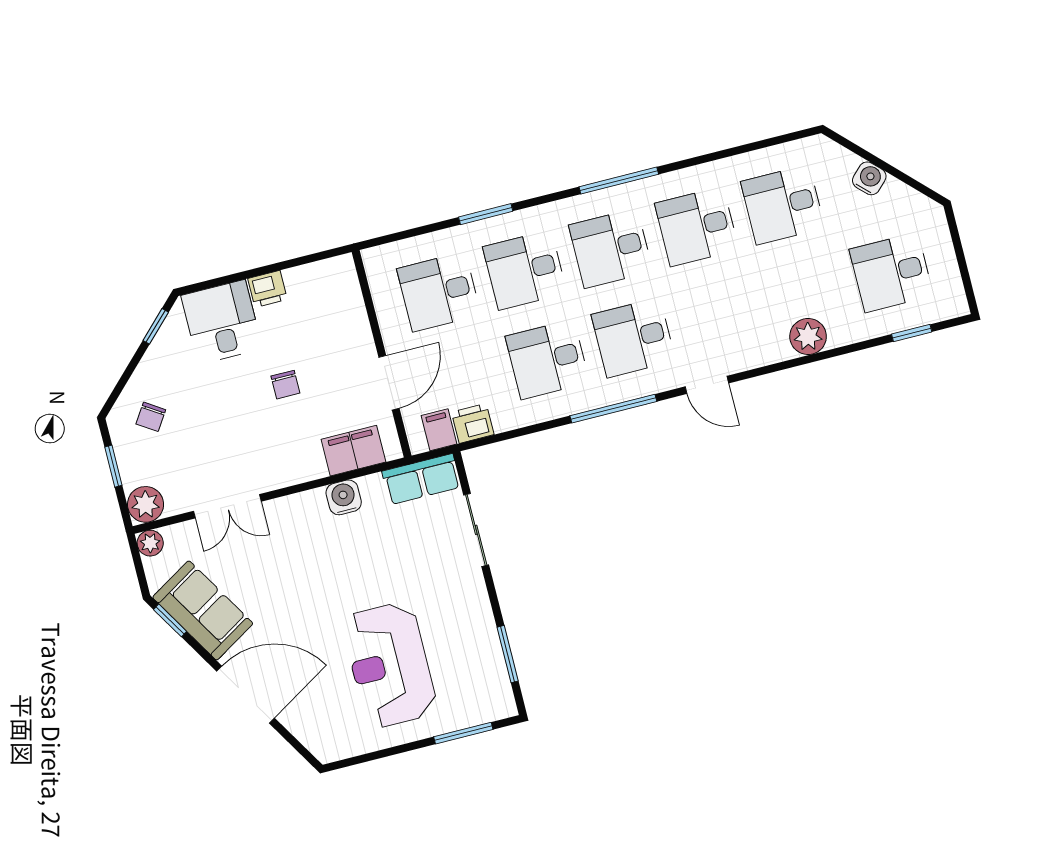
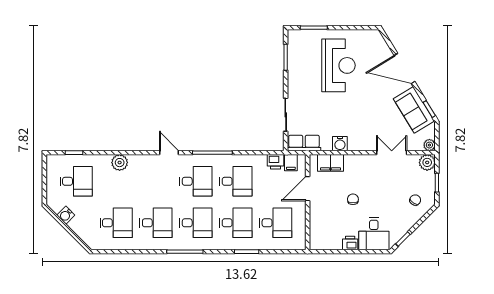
water cooler: (869, 178) -> (66, 215), moved

